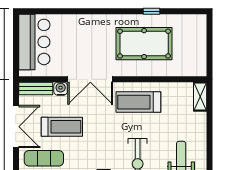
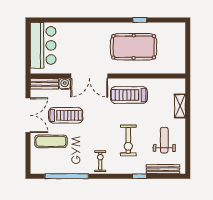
shelving: (200, 97) -> (180, 106), moved

